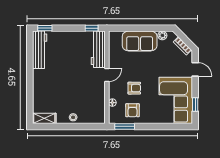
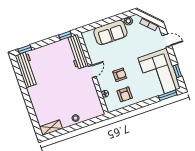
window: (125, 126) -> (168, 95), moved

